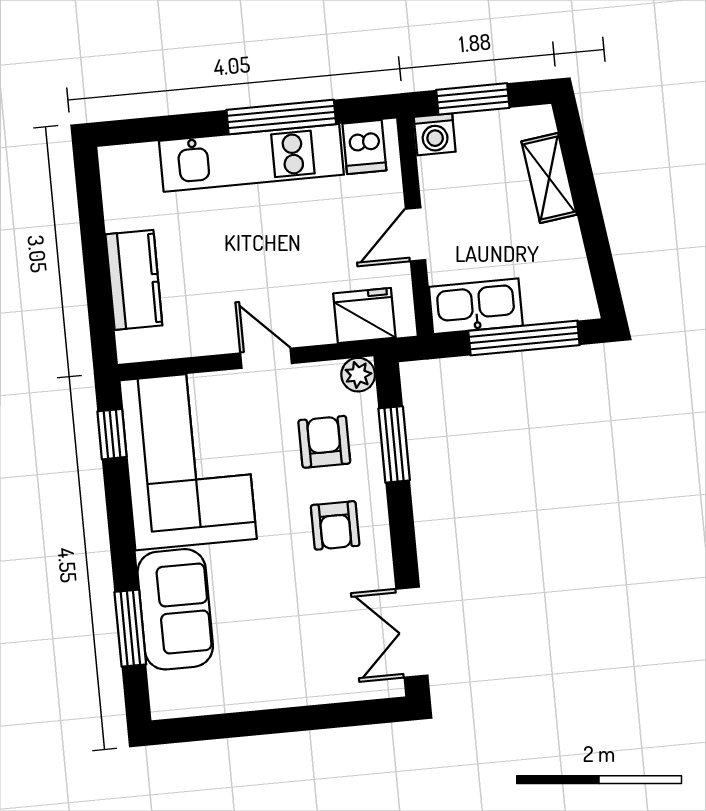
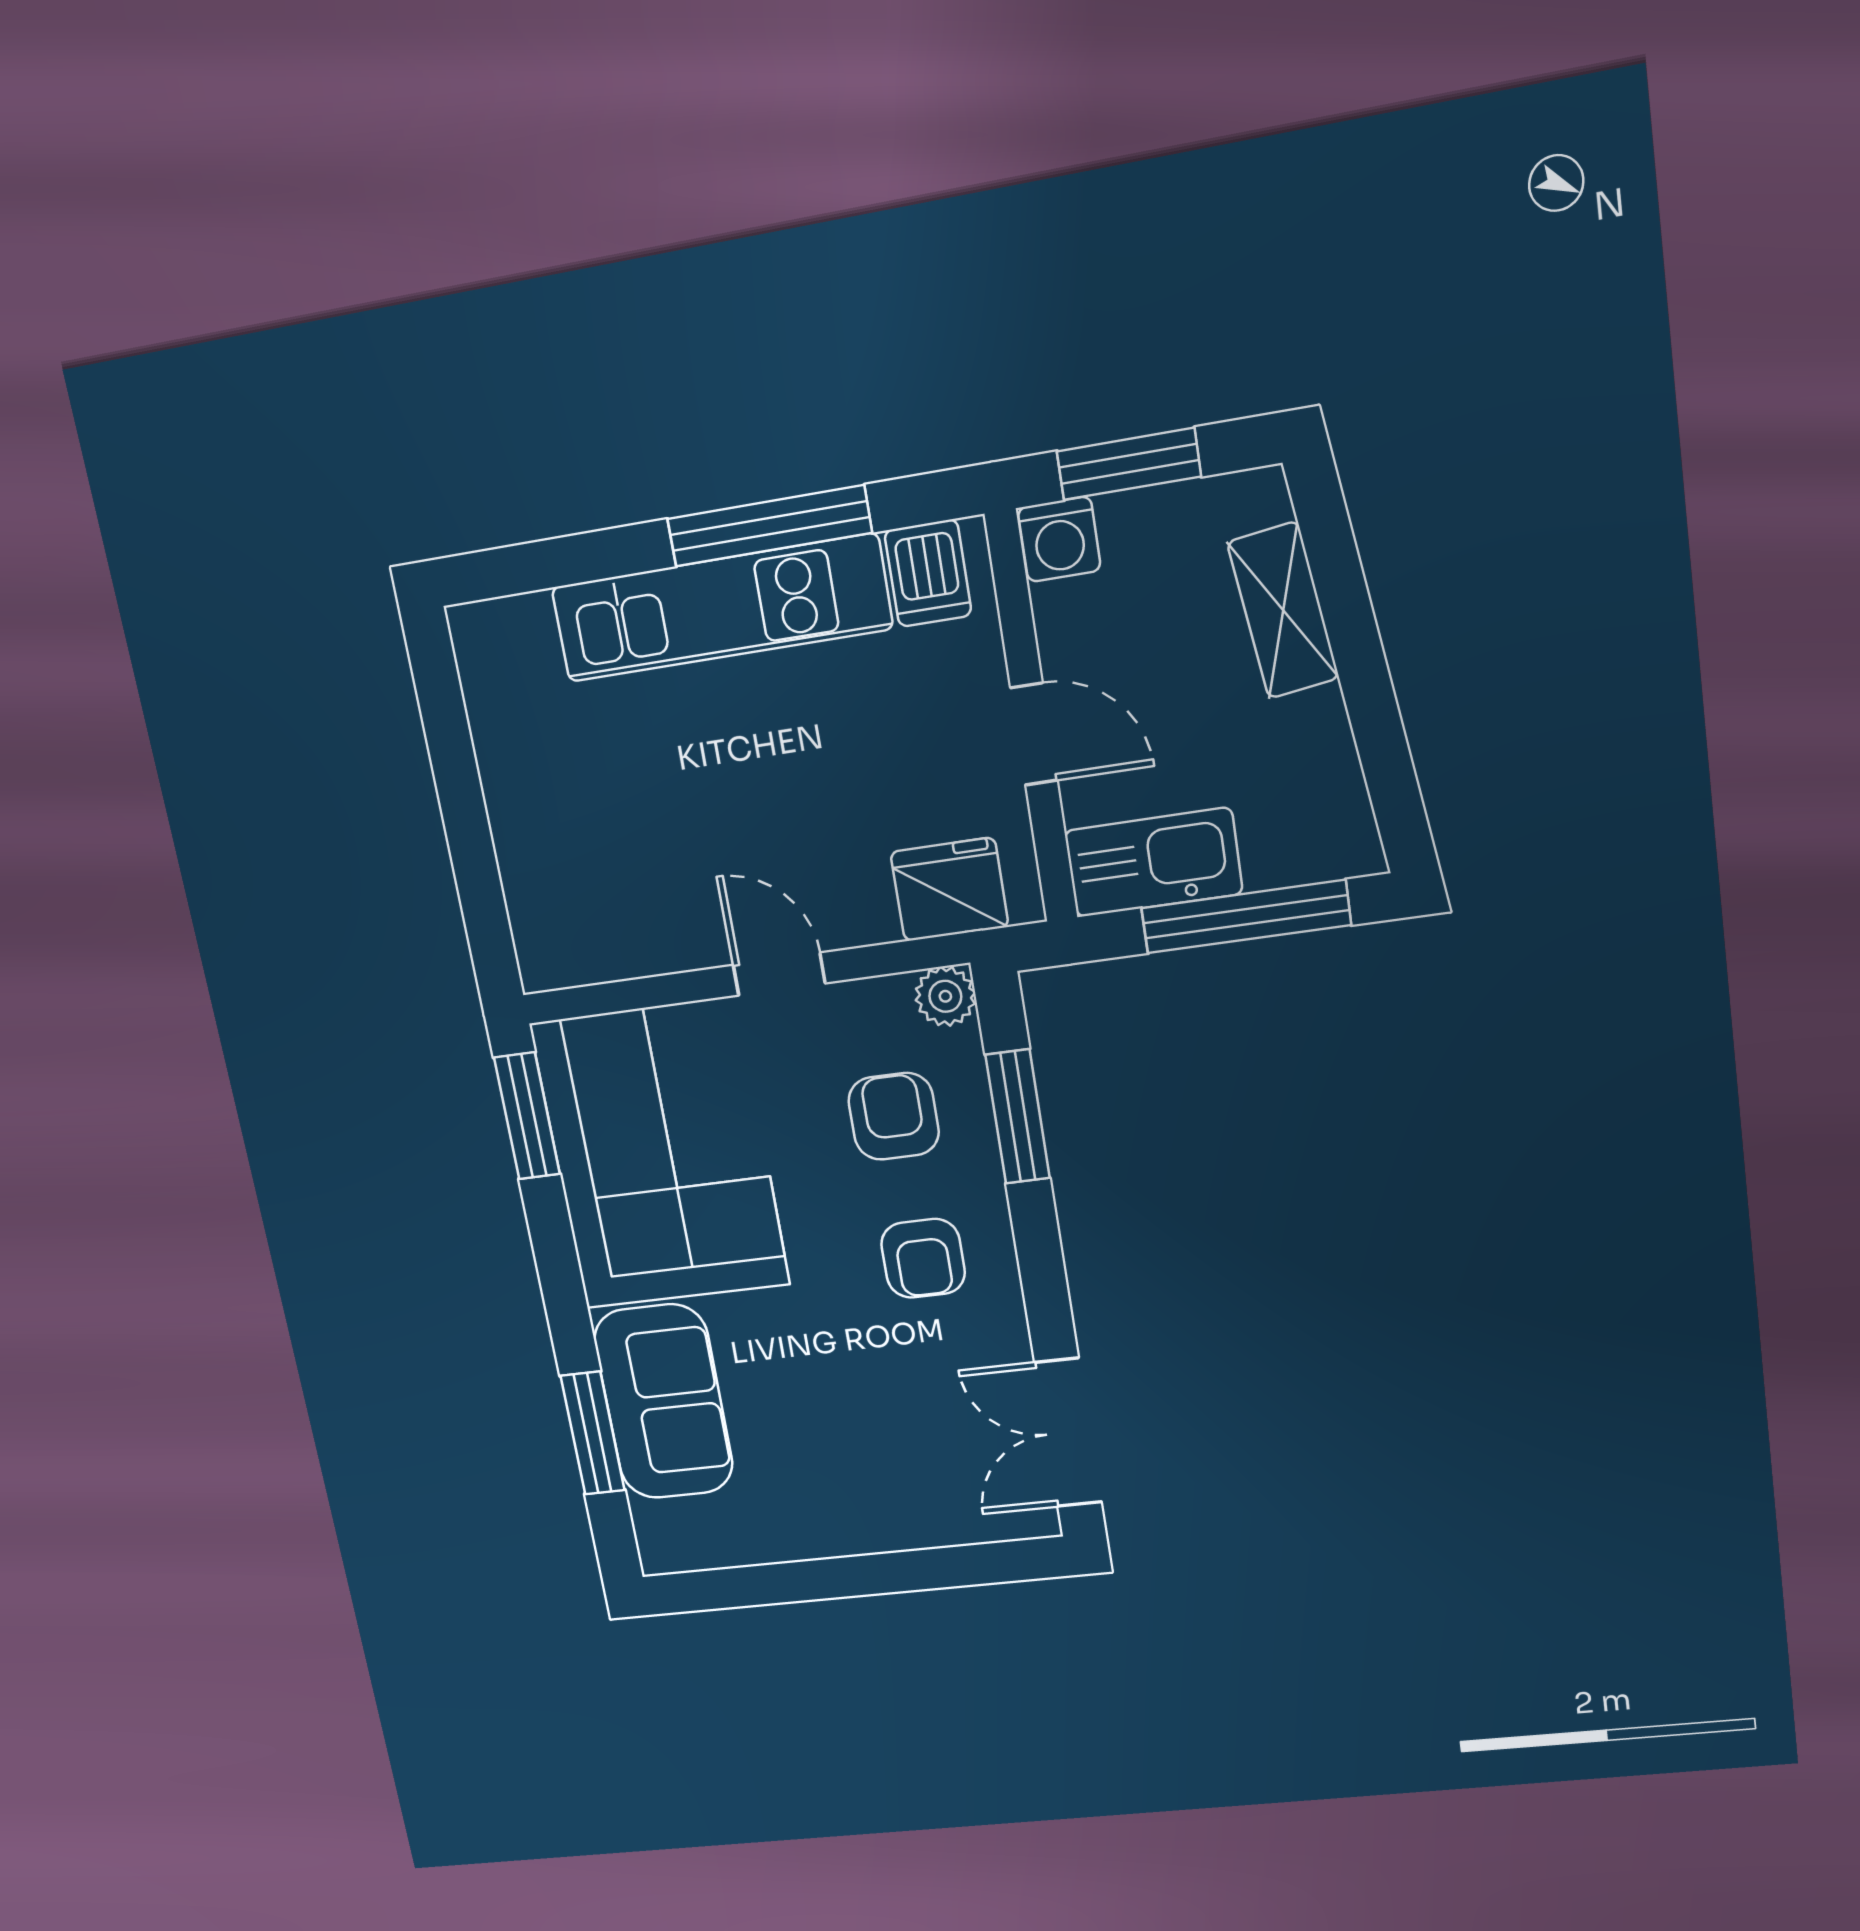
door: (416, 234) -> (1034, 734), swing flipped
kitchen counter: (134, 280) -> (535, 846), removed
window: (112, 434) -> (527, 1116), width x1.50

